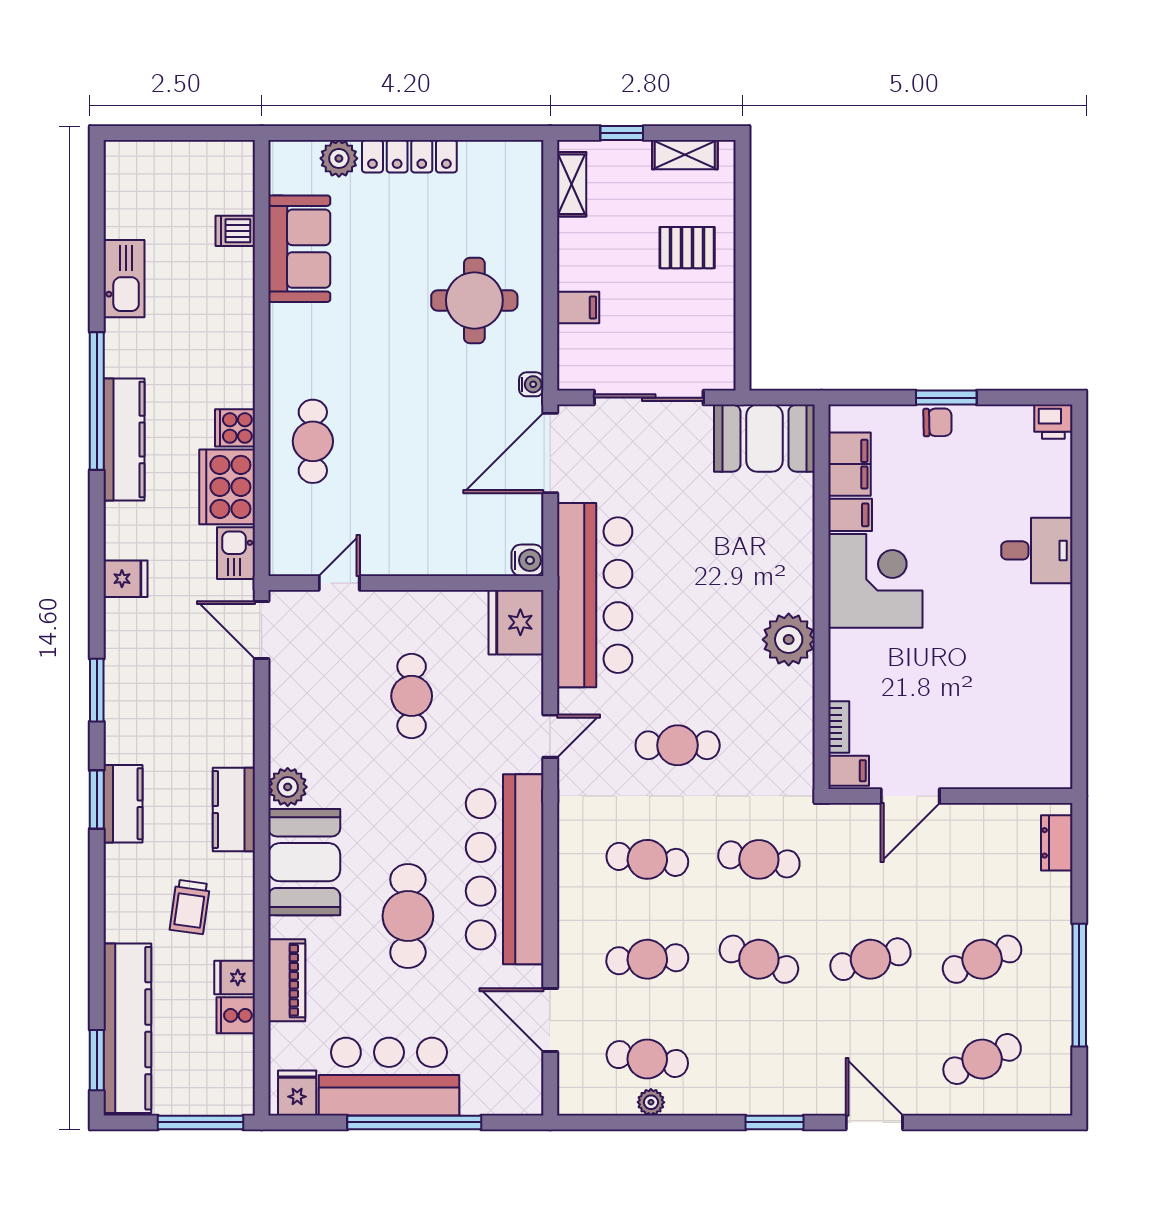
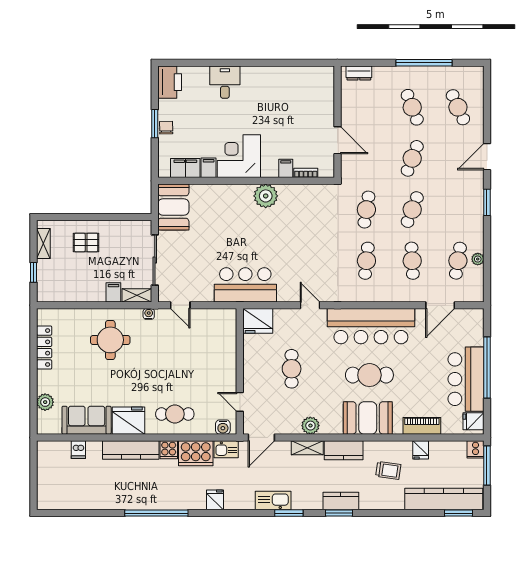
locker: (409, 156) -> (44, 348), moved
shelving: (572, 184) -> (137, 295), moved
pallet: (687, 248) -> (86, 242), turned 90
kitchen sink: (124, 279) -> (273, 501), moved
fridge: (298, 340) -> (128, 421), added
printer: (1053, 422) -> (170, 82), width x1.87, depth x1.48
kitchen counter: (124, 440) -> (131, 450), moved, turned 180
door: (550, 453) -> (180, 305), width x0.53
water cooler: (527, 560) -> (223, 427), moved, turned 180
fridge: (125, 579) -> (215, 500), moved
bar counter: (595, 595) -> (245, 285), width x0.73
cafe table: (412, 696) -> (292, 369), turned 90
shelving: (239, 730) -> (307, 448), added
cafe table: (678, 745) -> (314, 247), removed
filing cabinet: (849, 771) -> (286, 168), moved
plant: (288, 787) -> (310, 426), moved
cafe table: (408, 916) -> (369, 375), moved
cafe table: (870, 959) -> (412, 158), turned 36
cooker: (236, 1015) -> (476, 449), moved

